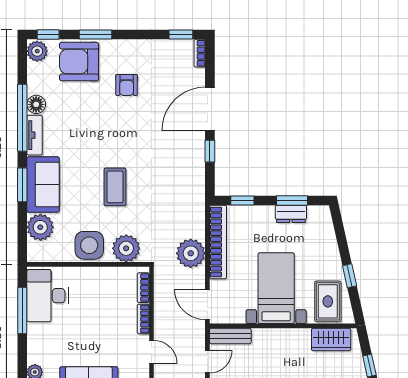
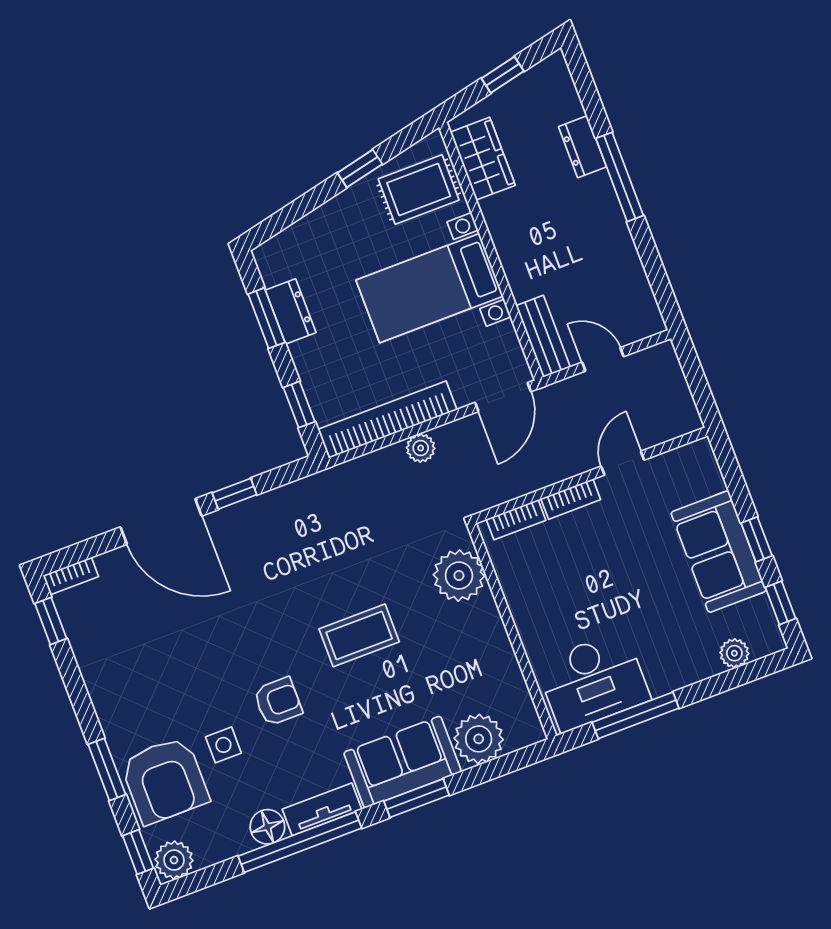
armchair: (127, 85) -> (278, 702), moved
side table: (89, 245) -> (223, 745), moved, width x0.54, depth x0.54
plant: (191, 253) -> (421, 448), width x0.53, depth x0.53

